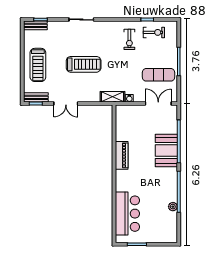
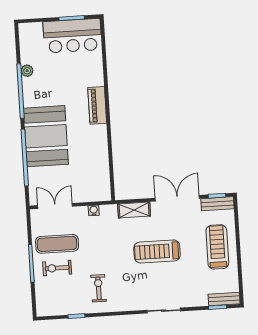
exercise bike: (154, 32) -> (57, 268), moved
shelving: (112, 97) -> (134, 210), moved
double door: (66, 103) -> (177, 198), width x1.37
double door: (158, 103) -> (55, 206), swing flipped
booth: (166, 150) -> (46, 136), width x1.36, depth x1.42
piano: (122, 155) -> (97, 105), moved
bar counter: (127, 214) -> (72, 36), moved, turned -90

